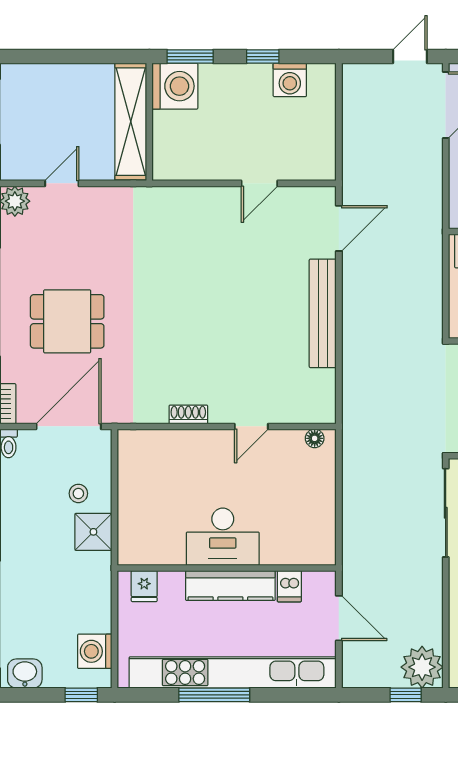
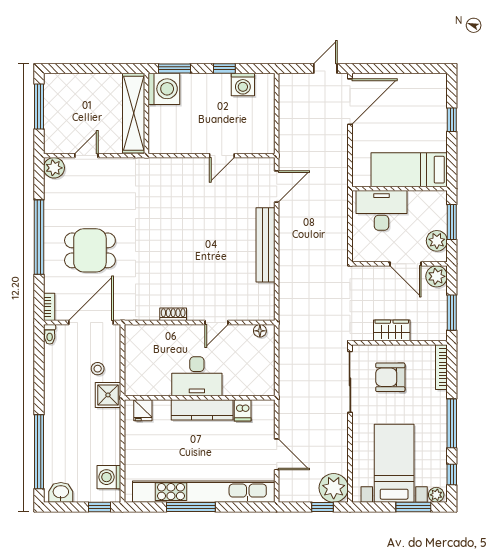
desk: (223, 537) -> (197, 376), moved
wall: (227, 568) -> (200, 398), moved
fridge: (144, 586) -> (143, 410), moved
kitchen counter: (230, 586) -> (202, 410), moved
dishwasher: (289, 586) -> (243, 410), moved

